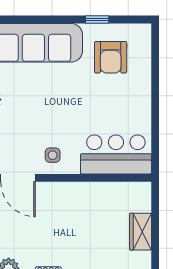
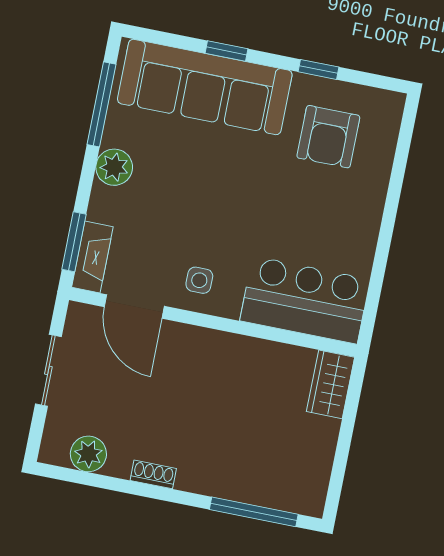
window: (42, 19) -> (226, 51), added
wardrobe: (140, 232) -> (330, 384), moved

